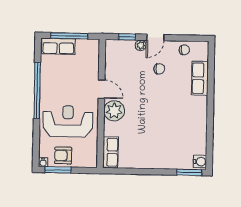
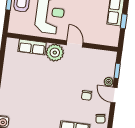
window: (69, 36) -> (124, 21), width x0.46
door: (101, 89) -> (75, 44), swing flipped
row of seats: (111, 152) -> (32, 47), moved

